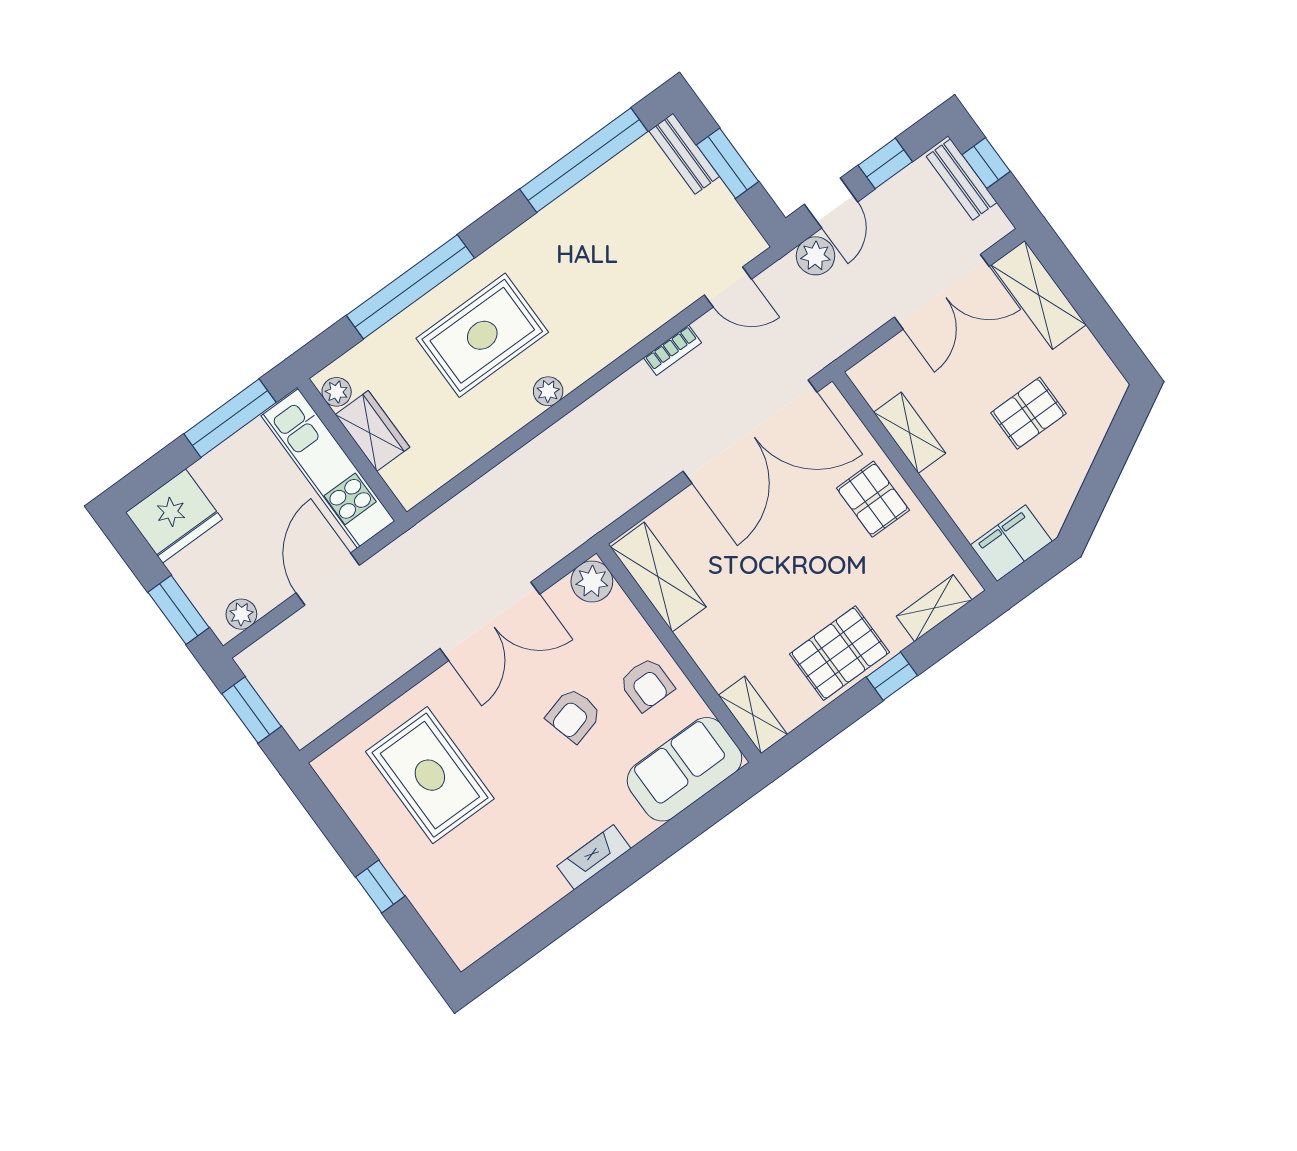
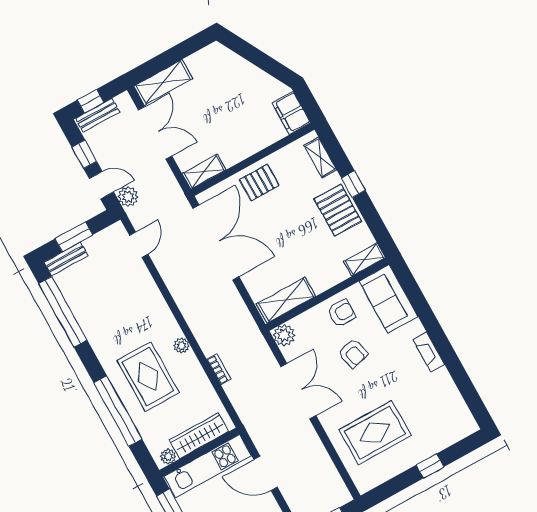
bookcase: (673, 350) -> (219, 369), moved
pallet: (1028, 413) -> (224, 95), removed
wardrobe: (372, 431) -> (199, 436), width x1.50
shelving: (910, 433) -> (204, 172), moved

